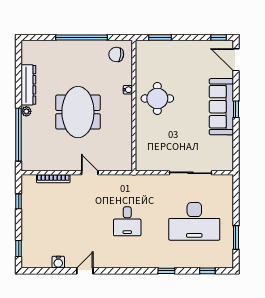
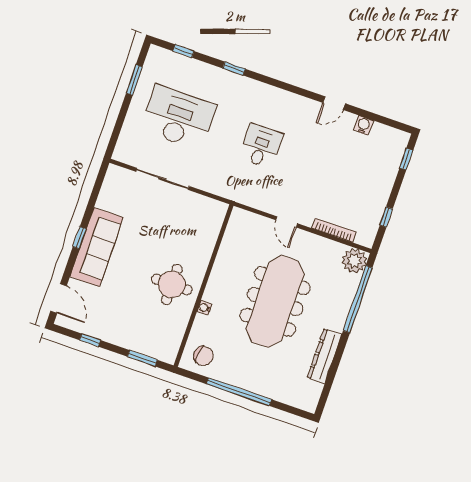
window: (219, 37) -> (90, 340), moved
plant: (26, 111) -> (354, 261), moved, width x1.87, depth x1.87
meeting table: (78, 112) -> (275, 302), width x1.36

